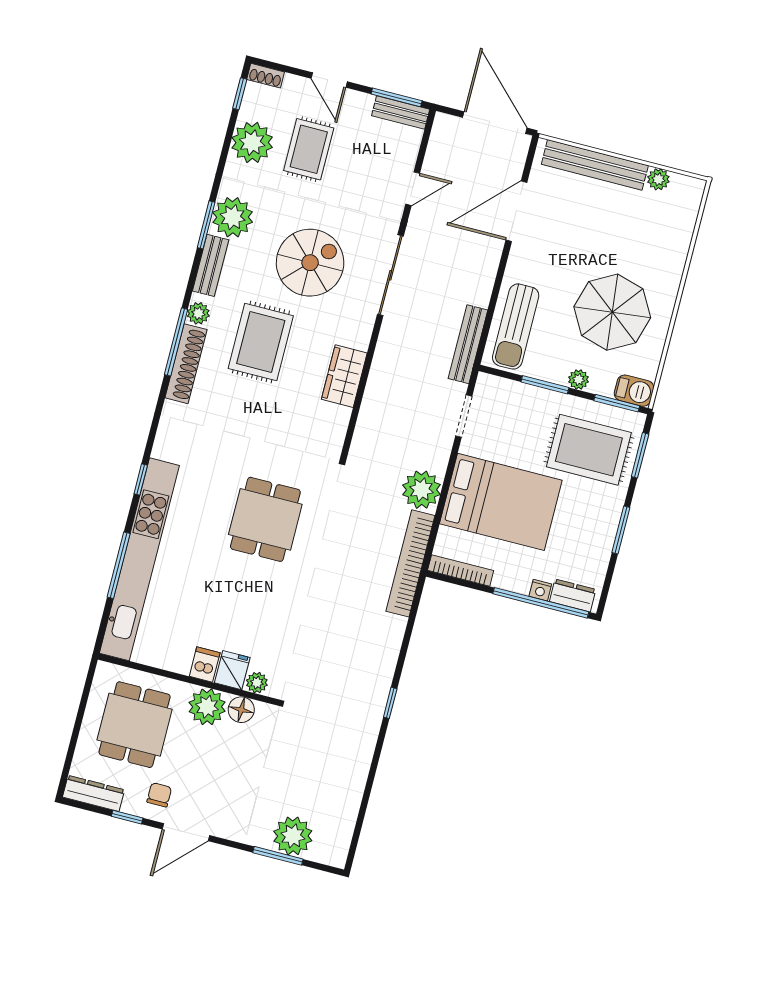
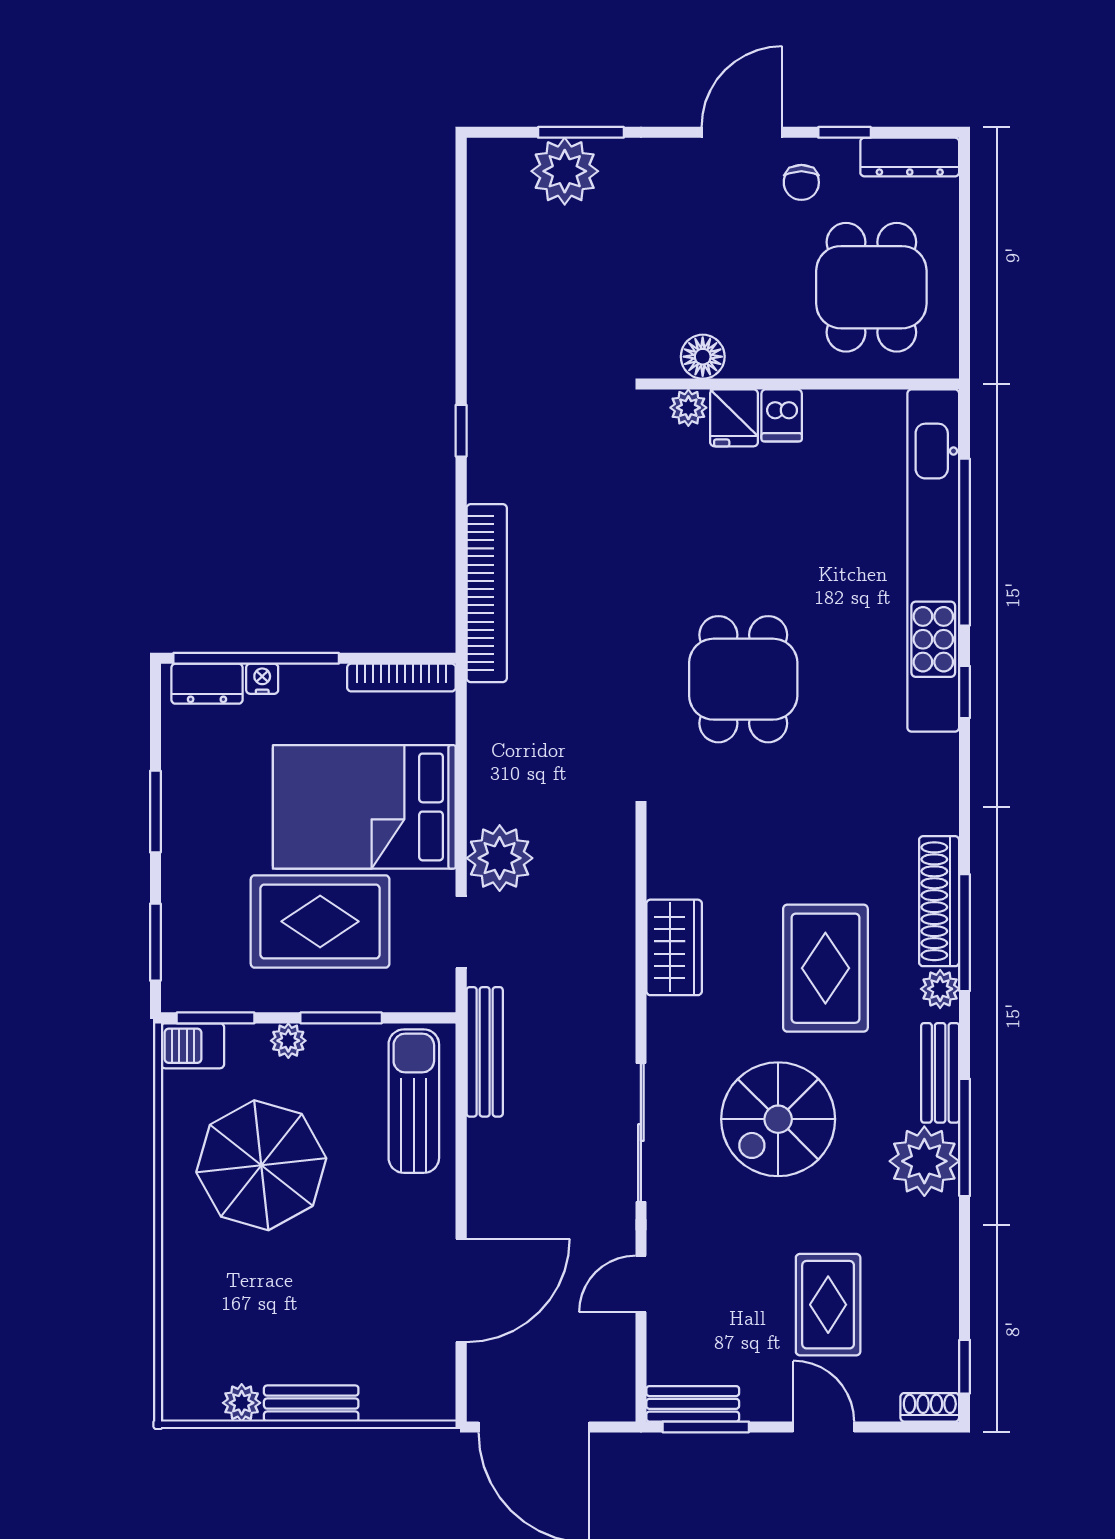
plant: (252, 143) -> (924, 1292), removed
bench: (595, 165) -> (311, 1404), width x0.54, depth x0.82
window: (206, 225) -> (965, 1137), width x1.44
rug: (589, 450) -> (320, 921), moved
plant: (421, 490) -> (500, 858), moved
bookcase: (410, 563) -> (487, 593), moved
window: (119, 565) -> (965, 542), width x1.46
plant: (207, 707) -> (760, 347), removed

